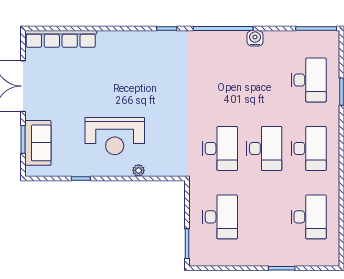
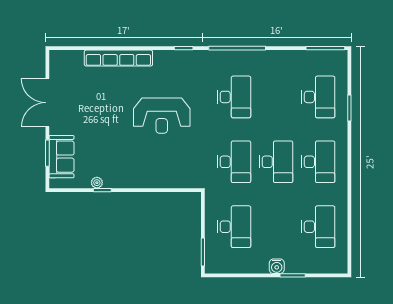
water cooler: (255, 38) -> (277, 266), moved, turned 180
row of seats: (61, 39) -> (118, 58), moved
desk: (220, 80) -> (234, 97), added
reception desk: (115, 136) -> (162, 116), moved
plant: (139, 170) -> (97, 183), moved

